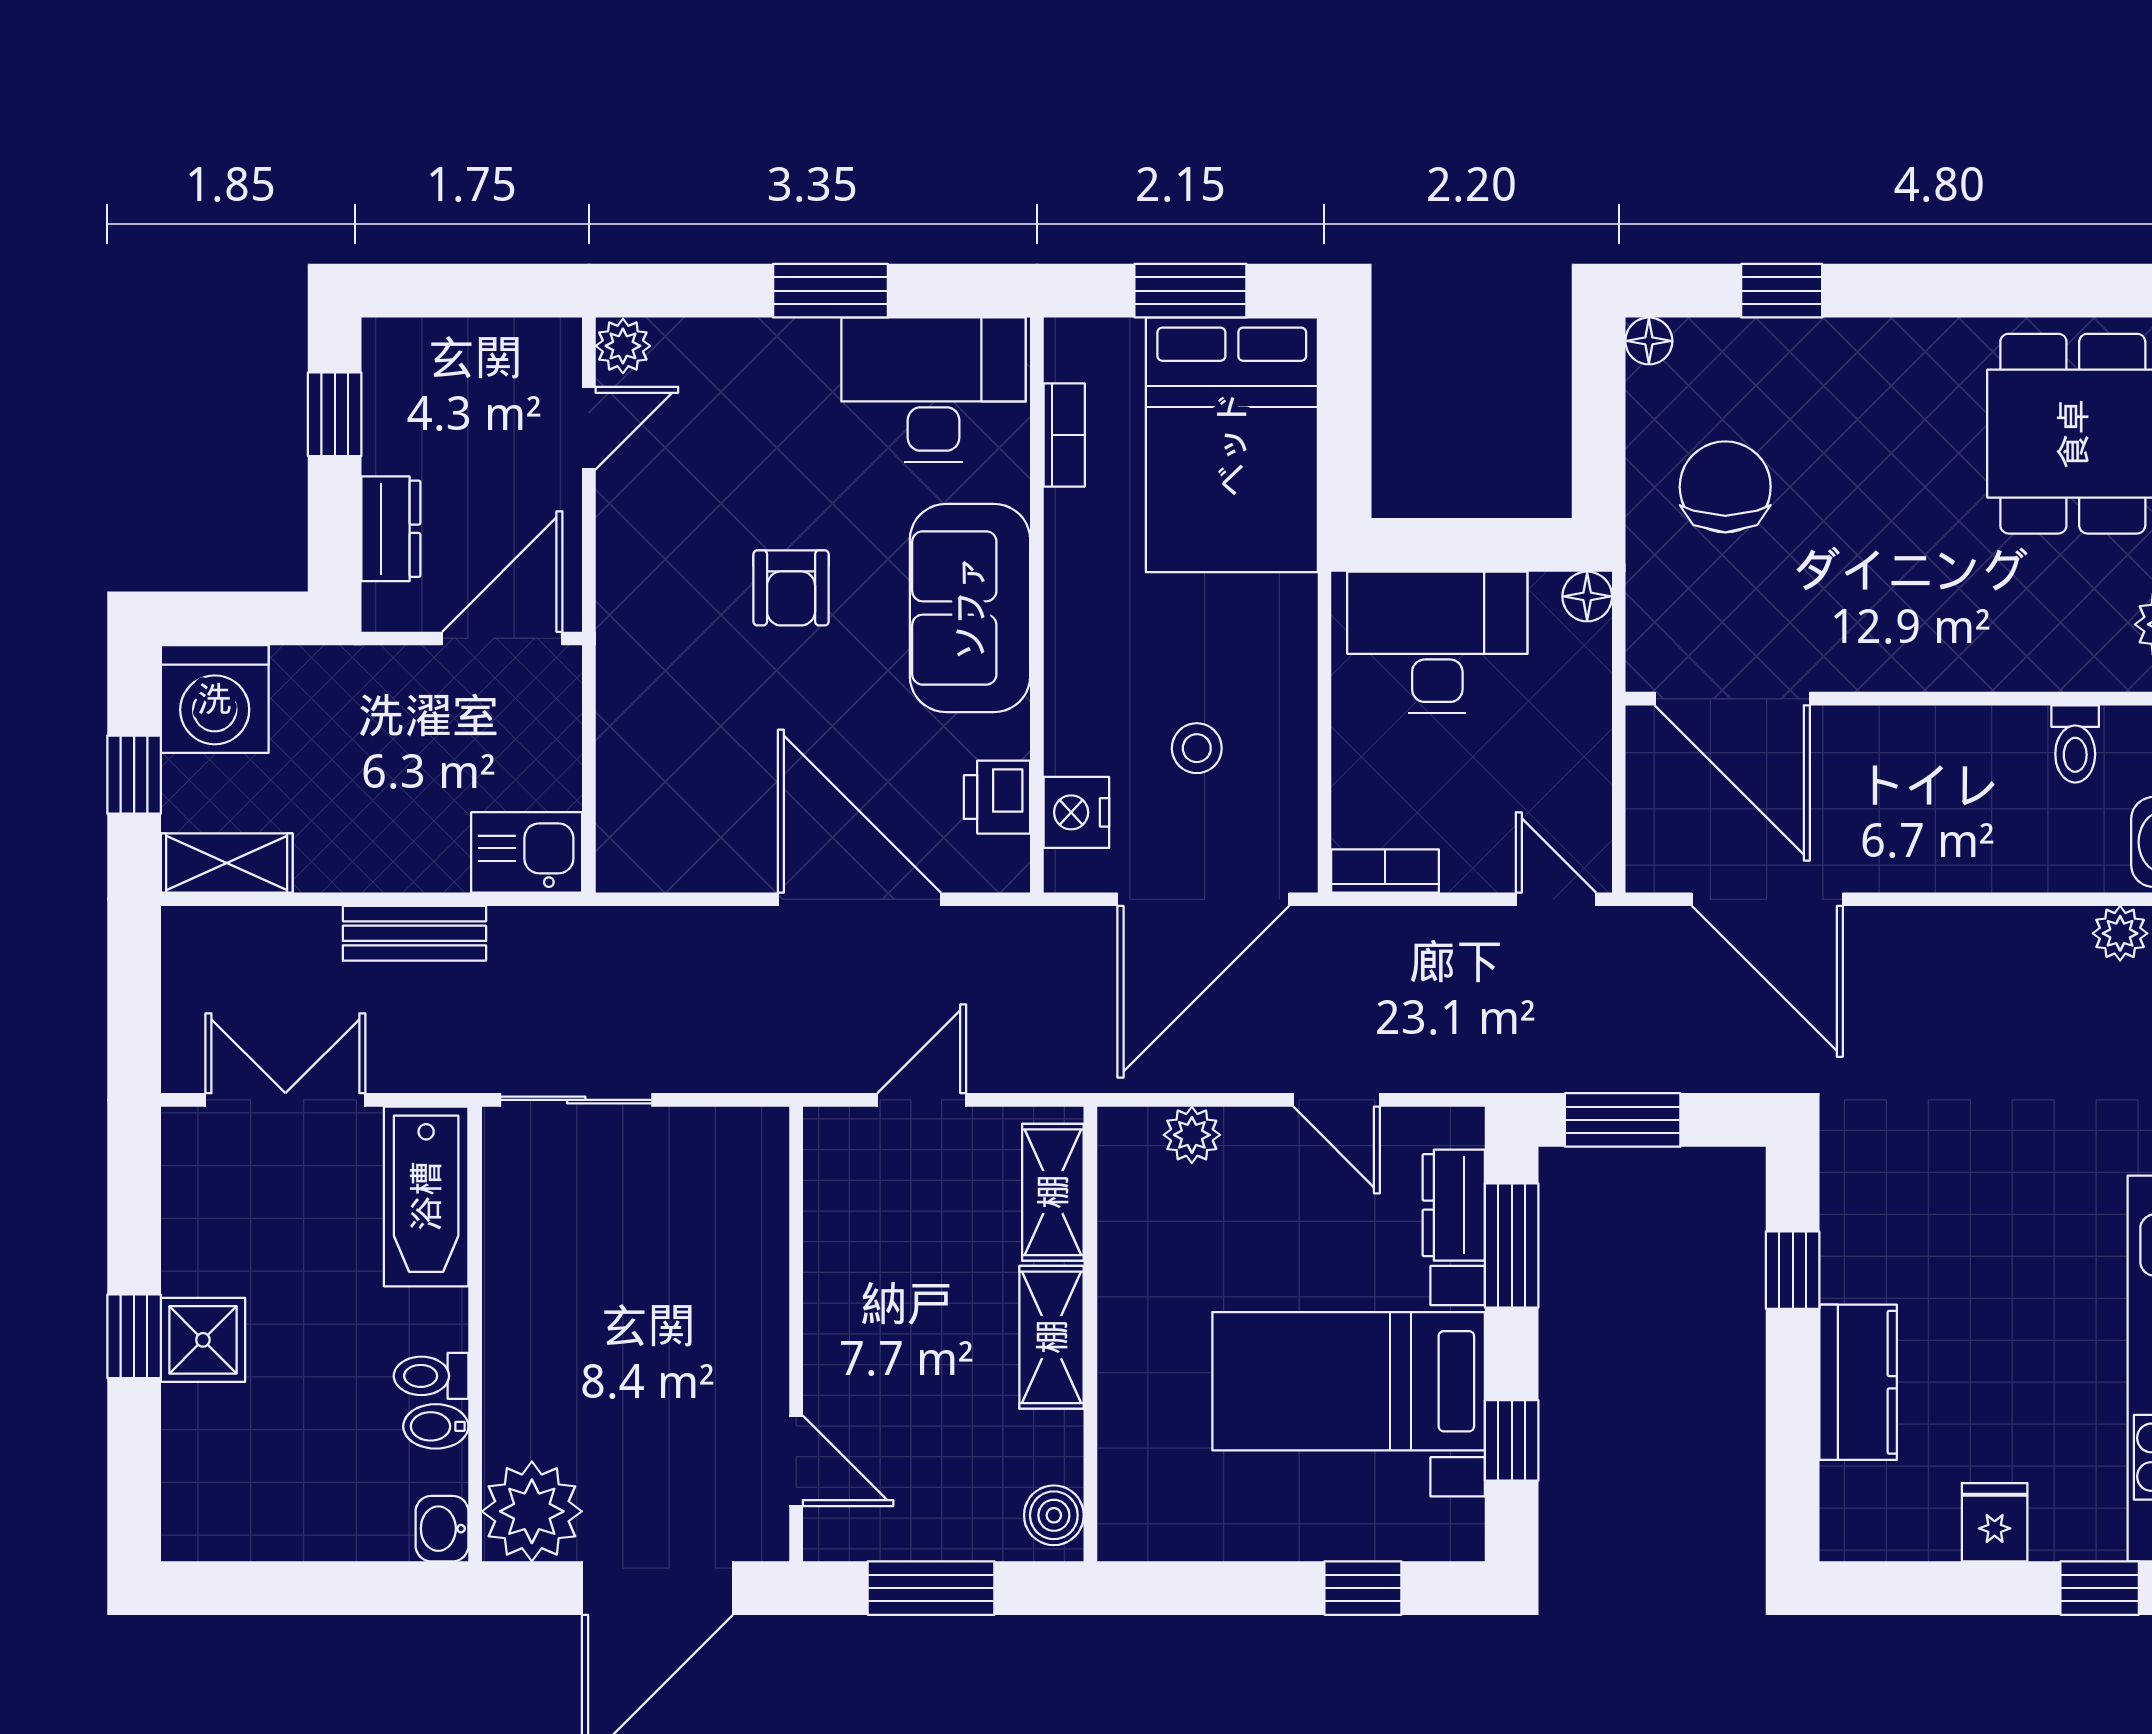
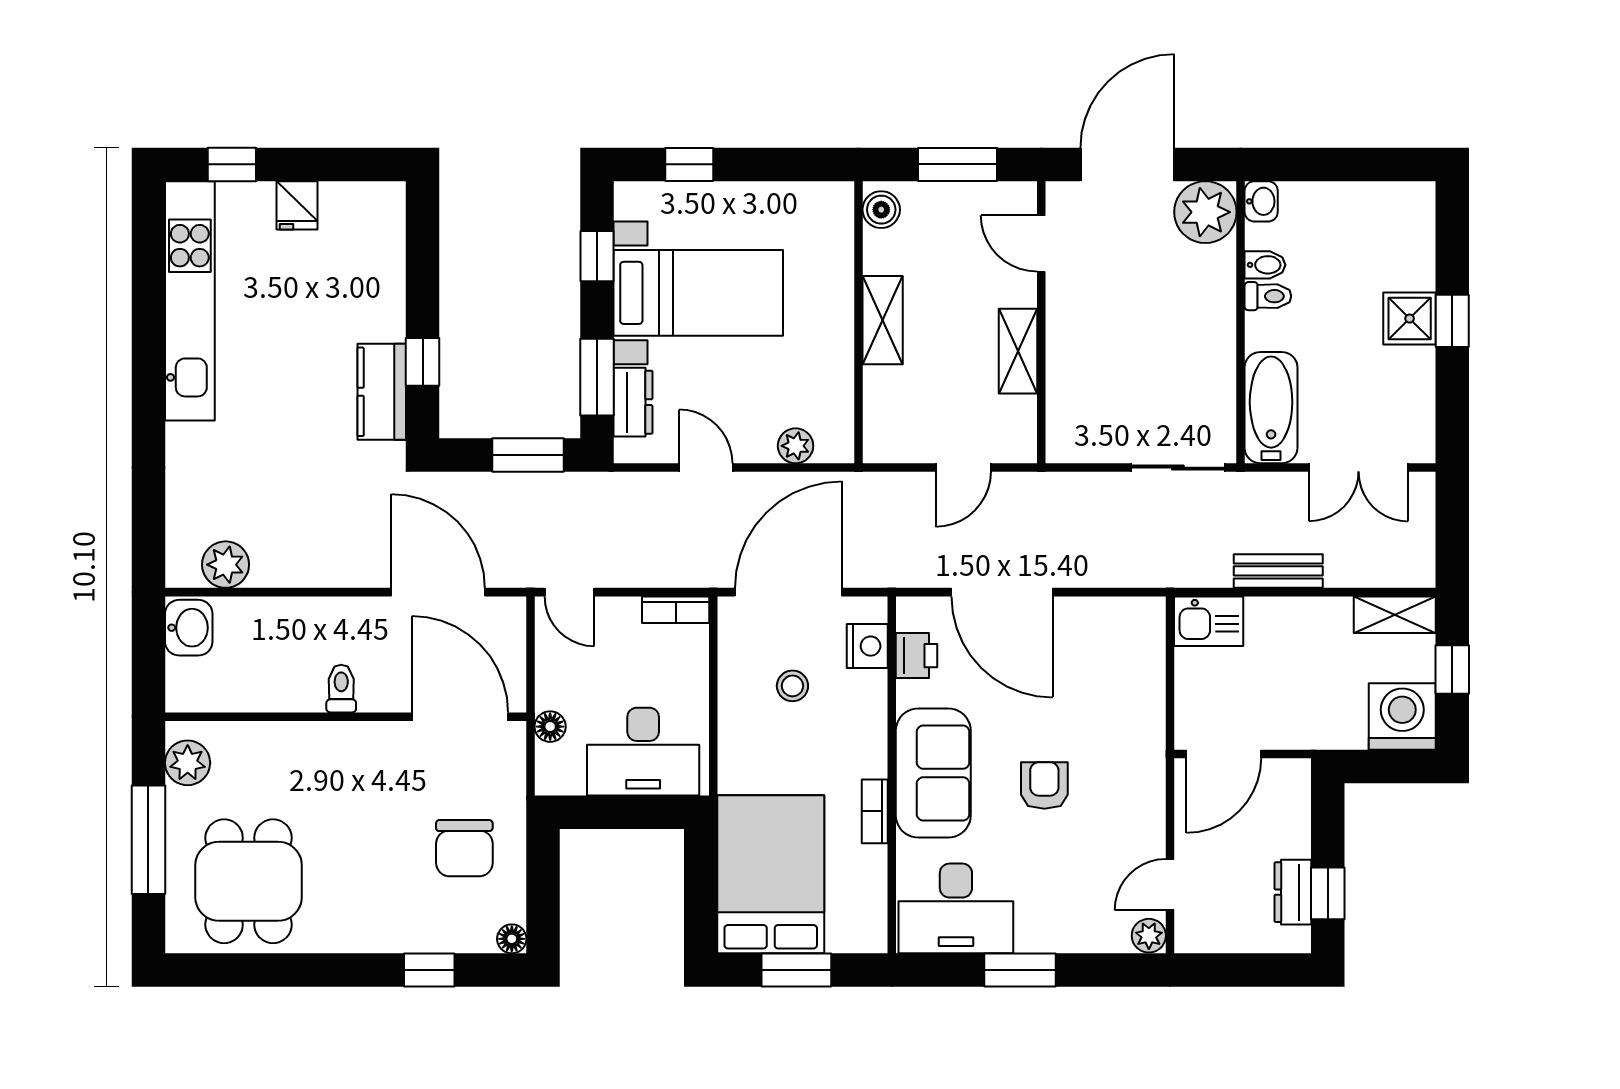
bookcase: (1064, 435) -> (875, 811), moved
dresser: (391, 529) -> (1293, 892), moved
floor lamp: (1587, 596) -> (550, 727), moved
toilet: (2075, 744) -> (341, 689), moved
plant: (2120, 933) -> (226, 565), width x1.38, depth x1.38
shelving: (1053, 1192) -> (1018, 351), moved
kitchen counter: (1858, 1382) -> (382, 392), moved

